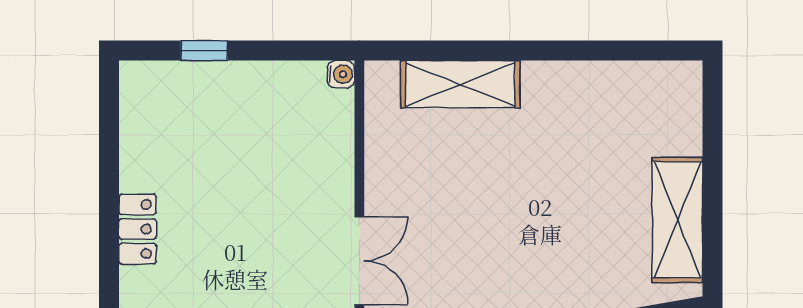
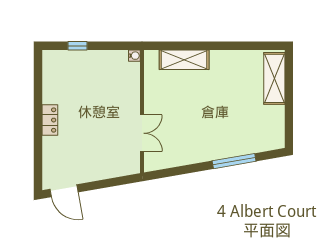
shelving: (677, 220) -> (274, 78), moved

